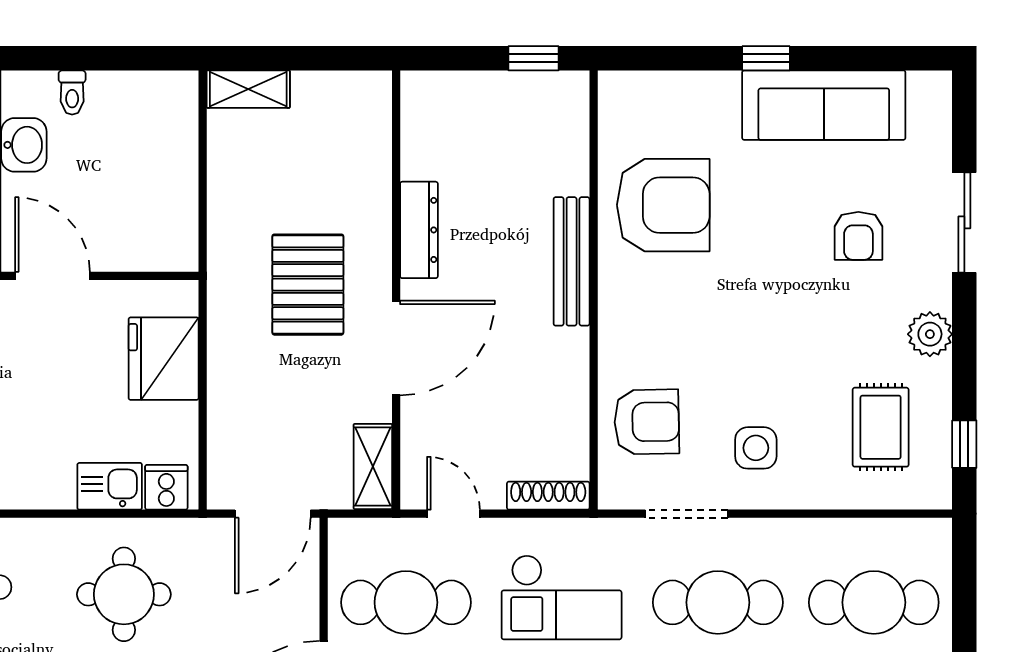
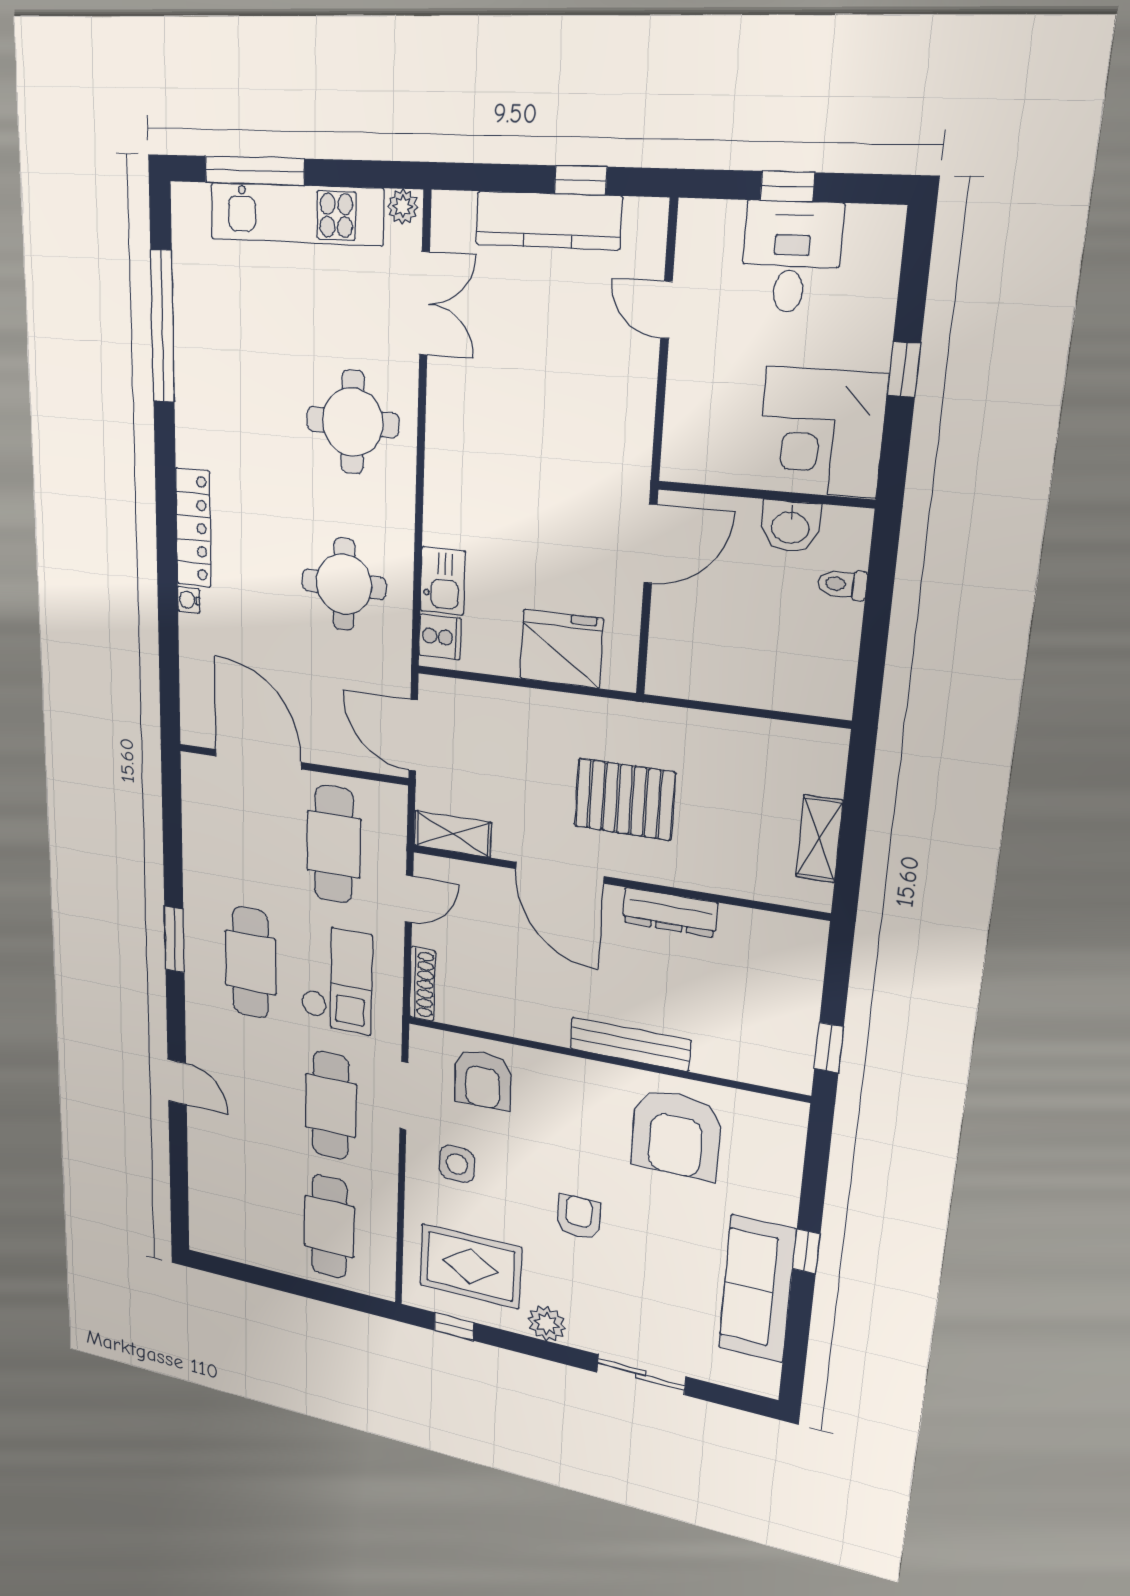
shelving: (248, 89) -> (819, 839), moved
armchair: (858, 236) -> (579, 1217), moved, turned 90
rug: (881, 427) -> (470, 1266), width x1.36, depth x1.43
checkout: (562, 597) -> (336, 979), turned 180

